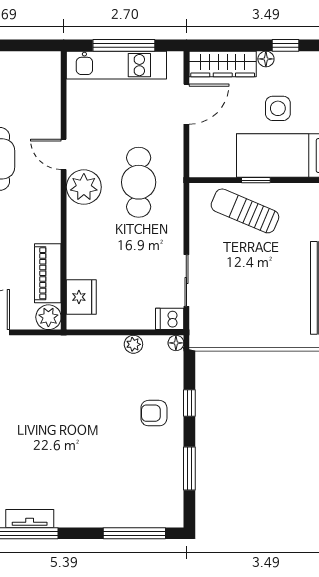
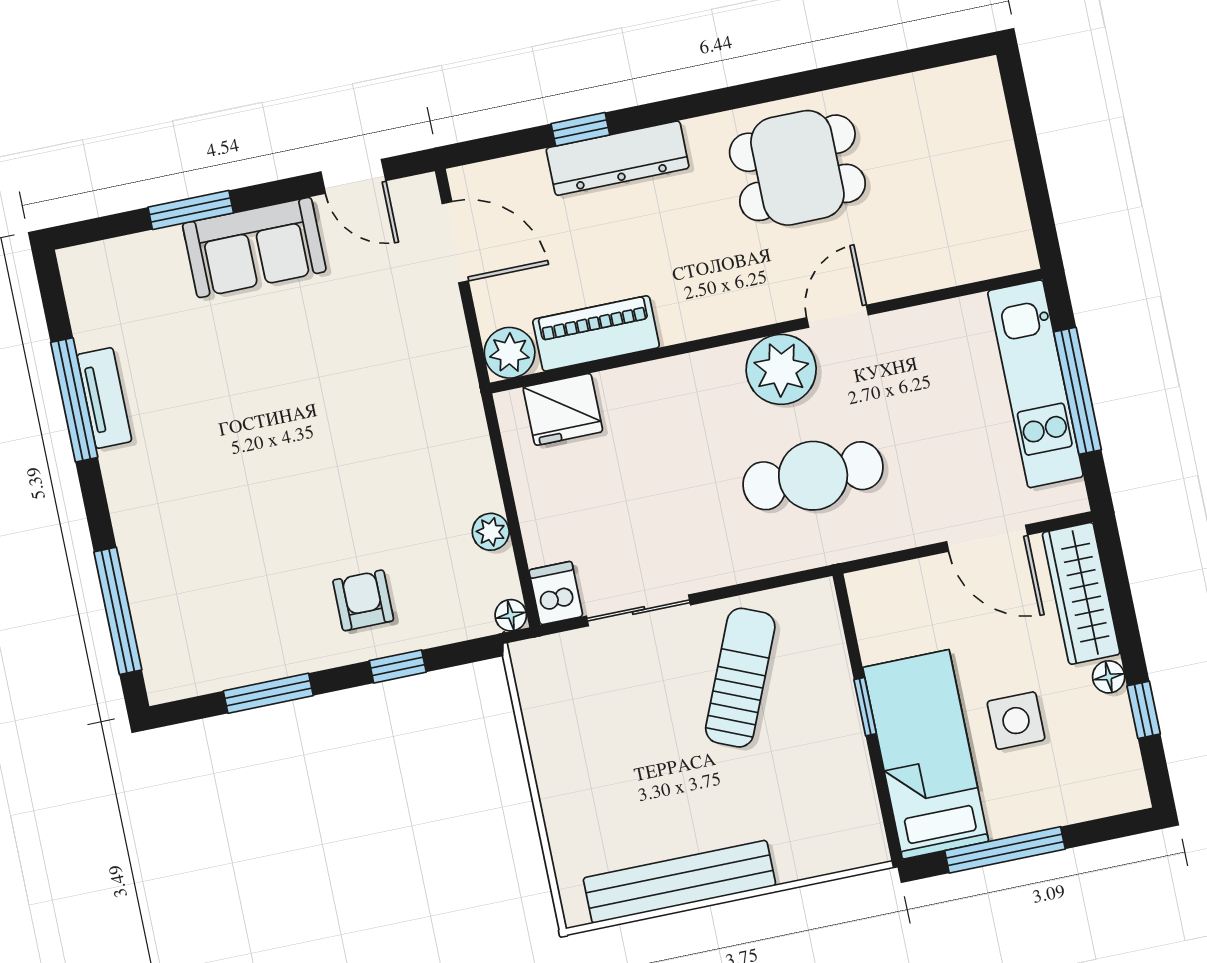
sun lounger: (245, 211) -> (740, 678), moved

